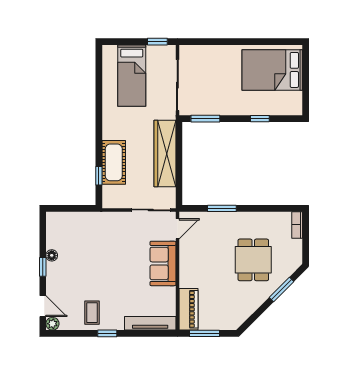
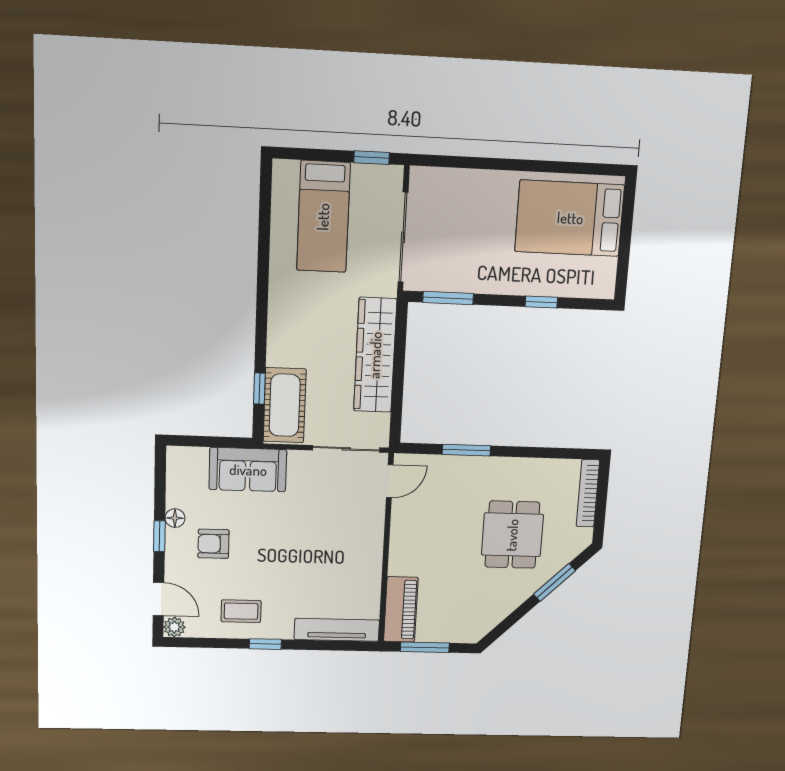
cot: (114, 162) -> (285, 405), moved
bookcase: (297, 225) -> (588, 493), width x1.56
sofa: (163, 263) -> (248, 470), moved, turned -90
armchair: (75, 271) -> (213, 544), added
coffee table: (92, 313) -> (241, 611), turned 90

